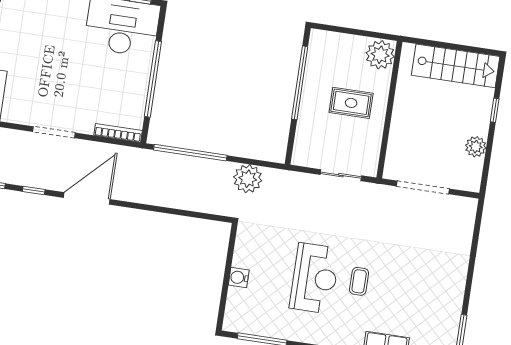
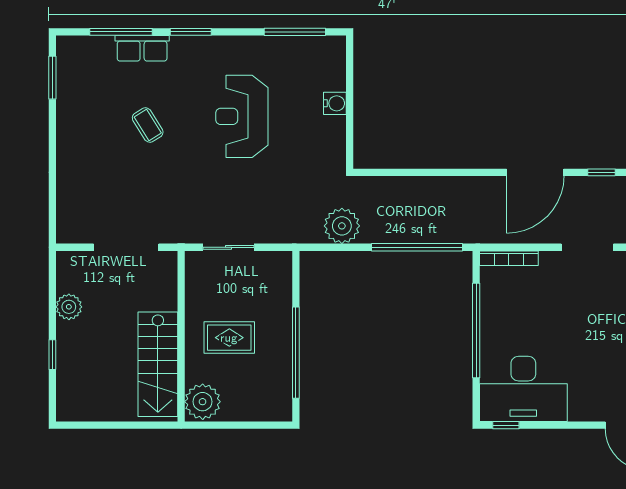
stairs: (456, 66) -> (158, 364), moved, turned -90
coffee table: (359, 281) -> (148, 125), moved, turned -32

